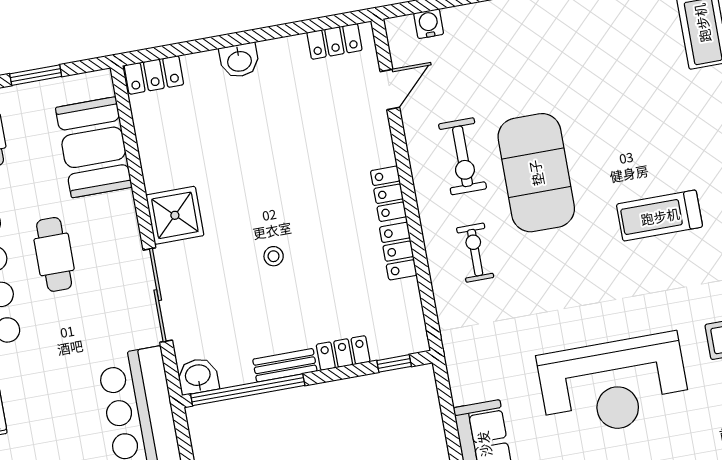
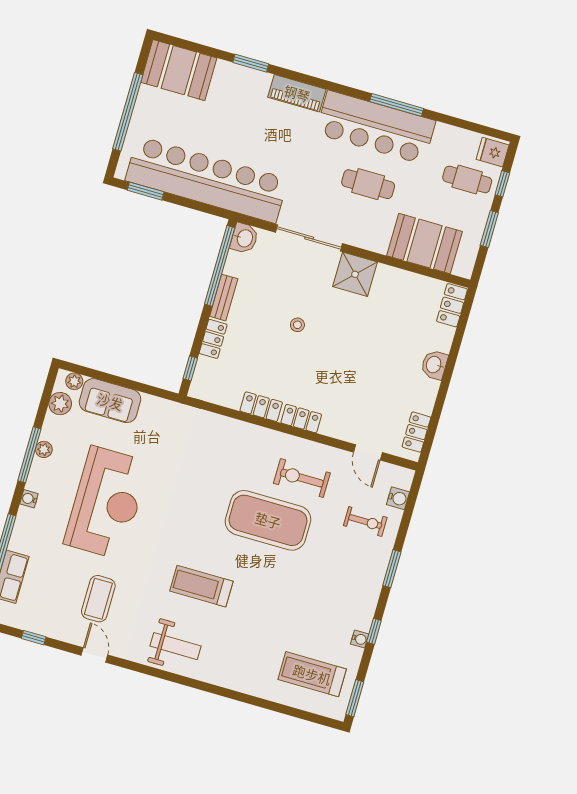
treadmill: (660, 216) -> (201, 586), turned -90
exercise bike: (475, 253) -> (365, 521), moved
reception desk: (614, 385) -> (107, 503), turned 180

